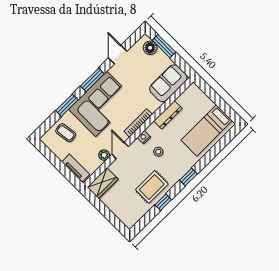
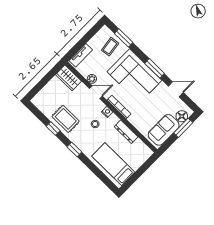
sofa: (168, 83) -> (164, 130), moved, turned -90
window: (67, 105) -> (124, 38), moved

